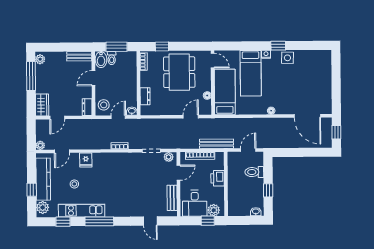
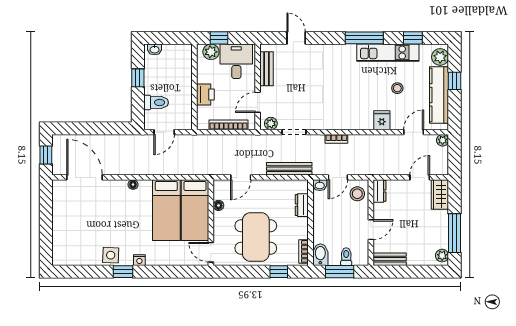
bidet: (101, 60) -> (320, 255), moved
bed: (251, 73) -> (166, 210), moved, turned 180
bench: (216, 144) -> (289, 169), moved

